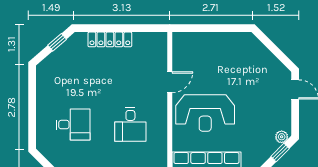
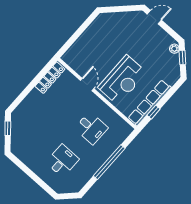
locker: (110, 39) -> (50, 78), moved

